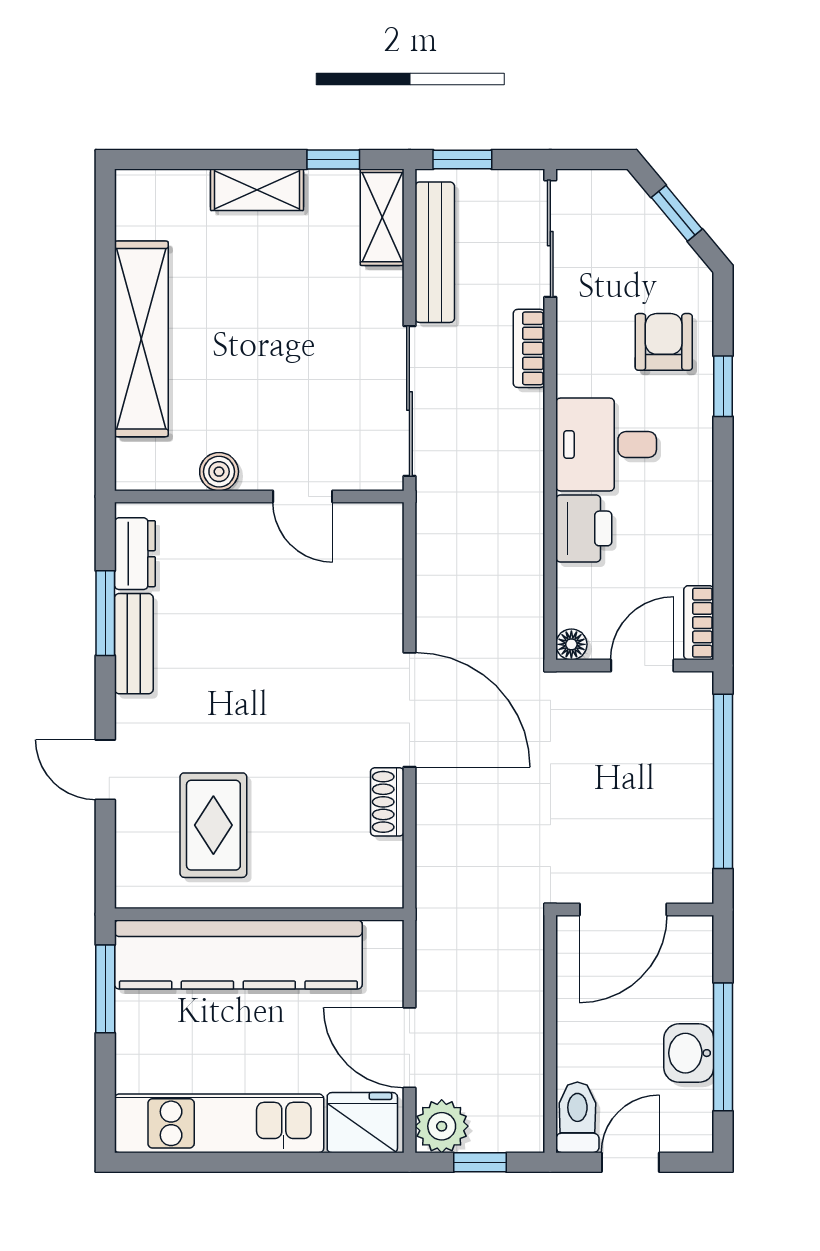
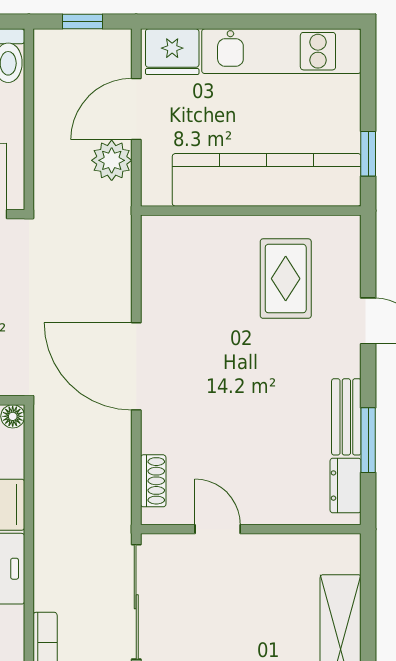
boiler: (219, 472) -> (281, 548), removed
shoe rack: (387, 802) -> (153, 481), moved
window: (105, 989) -> (368, 154), width x0.67
door: (409, 1048) -> (136, 109), swing flipped
plant: (442, 1126) -> (112, 160), moved

